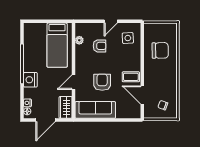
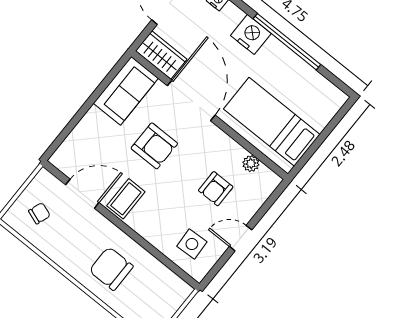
door: (111, 21) -> (241, 238), hinge flipped
chair: (160, 50) -> (111, 269), moved, turned 91
door: (74, 82) -> (191, 100), width x1.88
sofa: (95, 110) -> (126, 91), width x0.73

